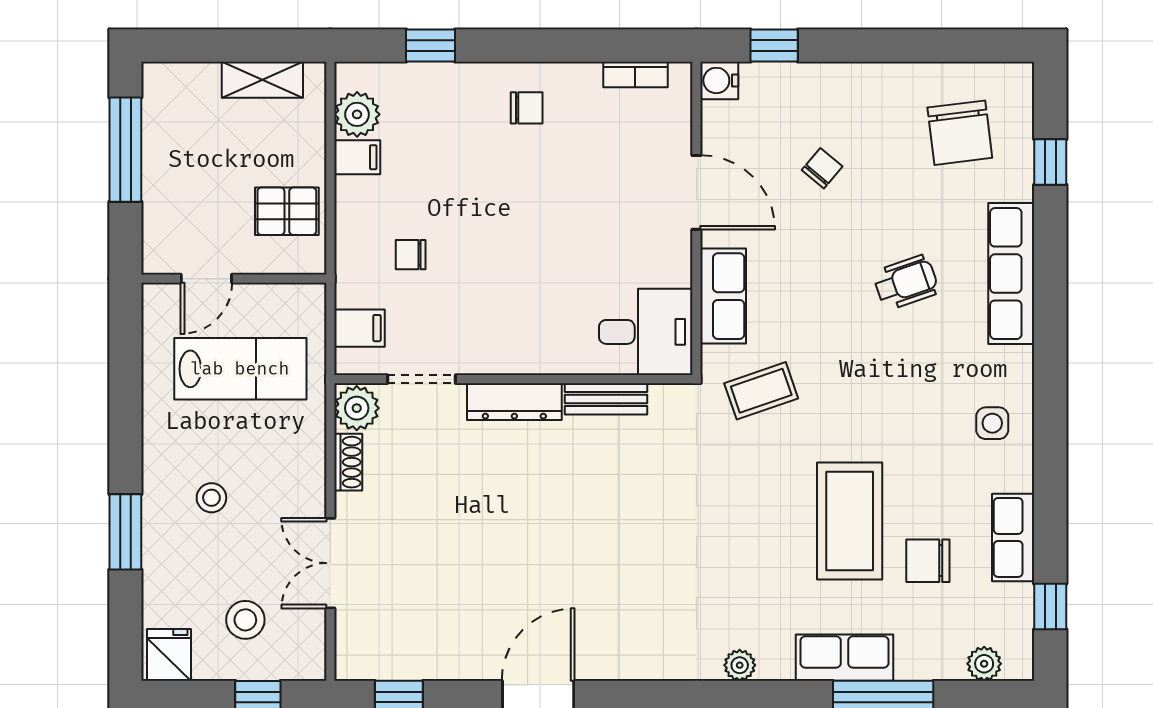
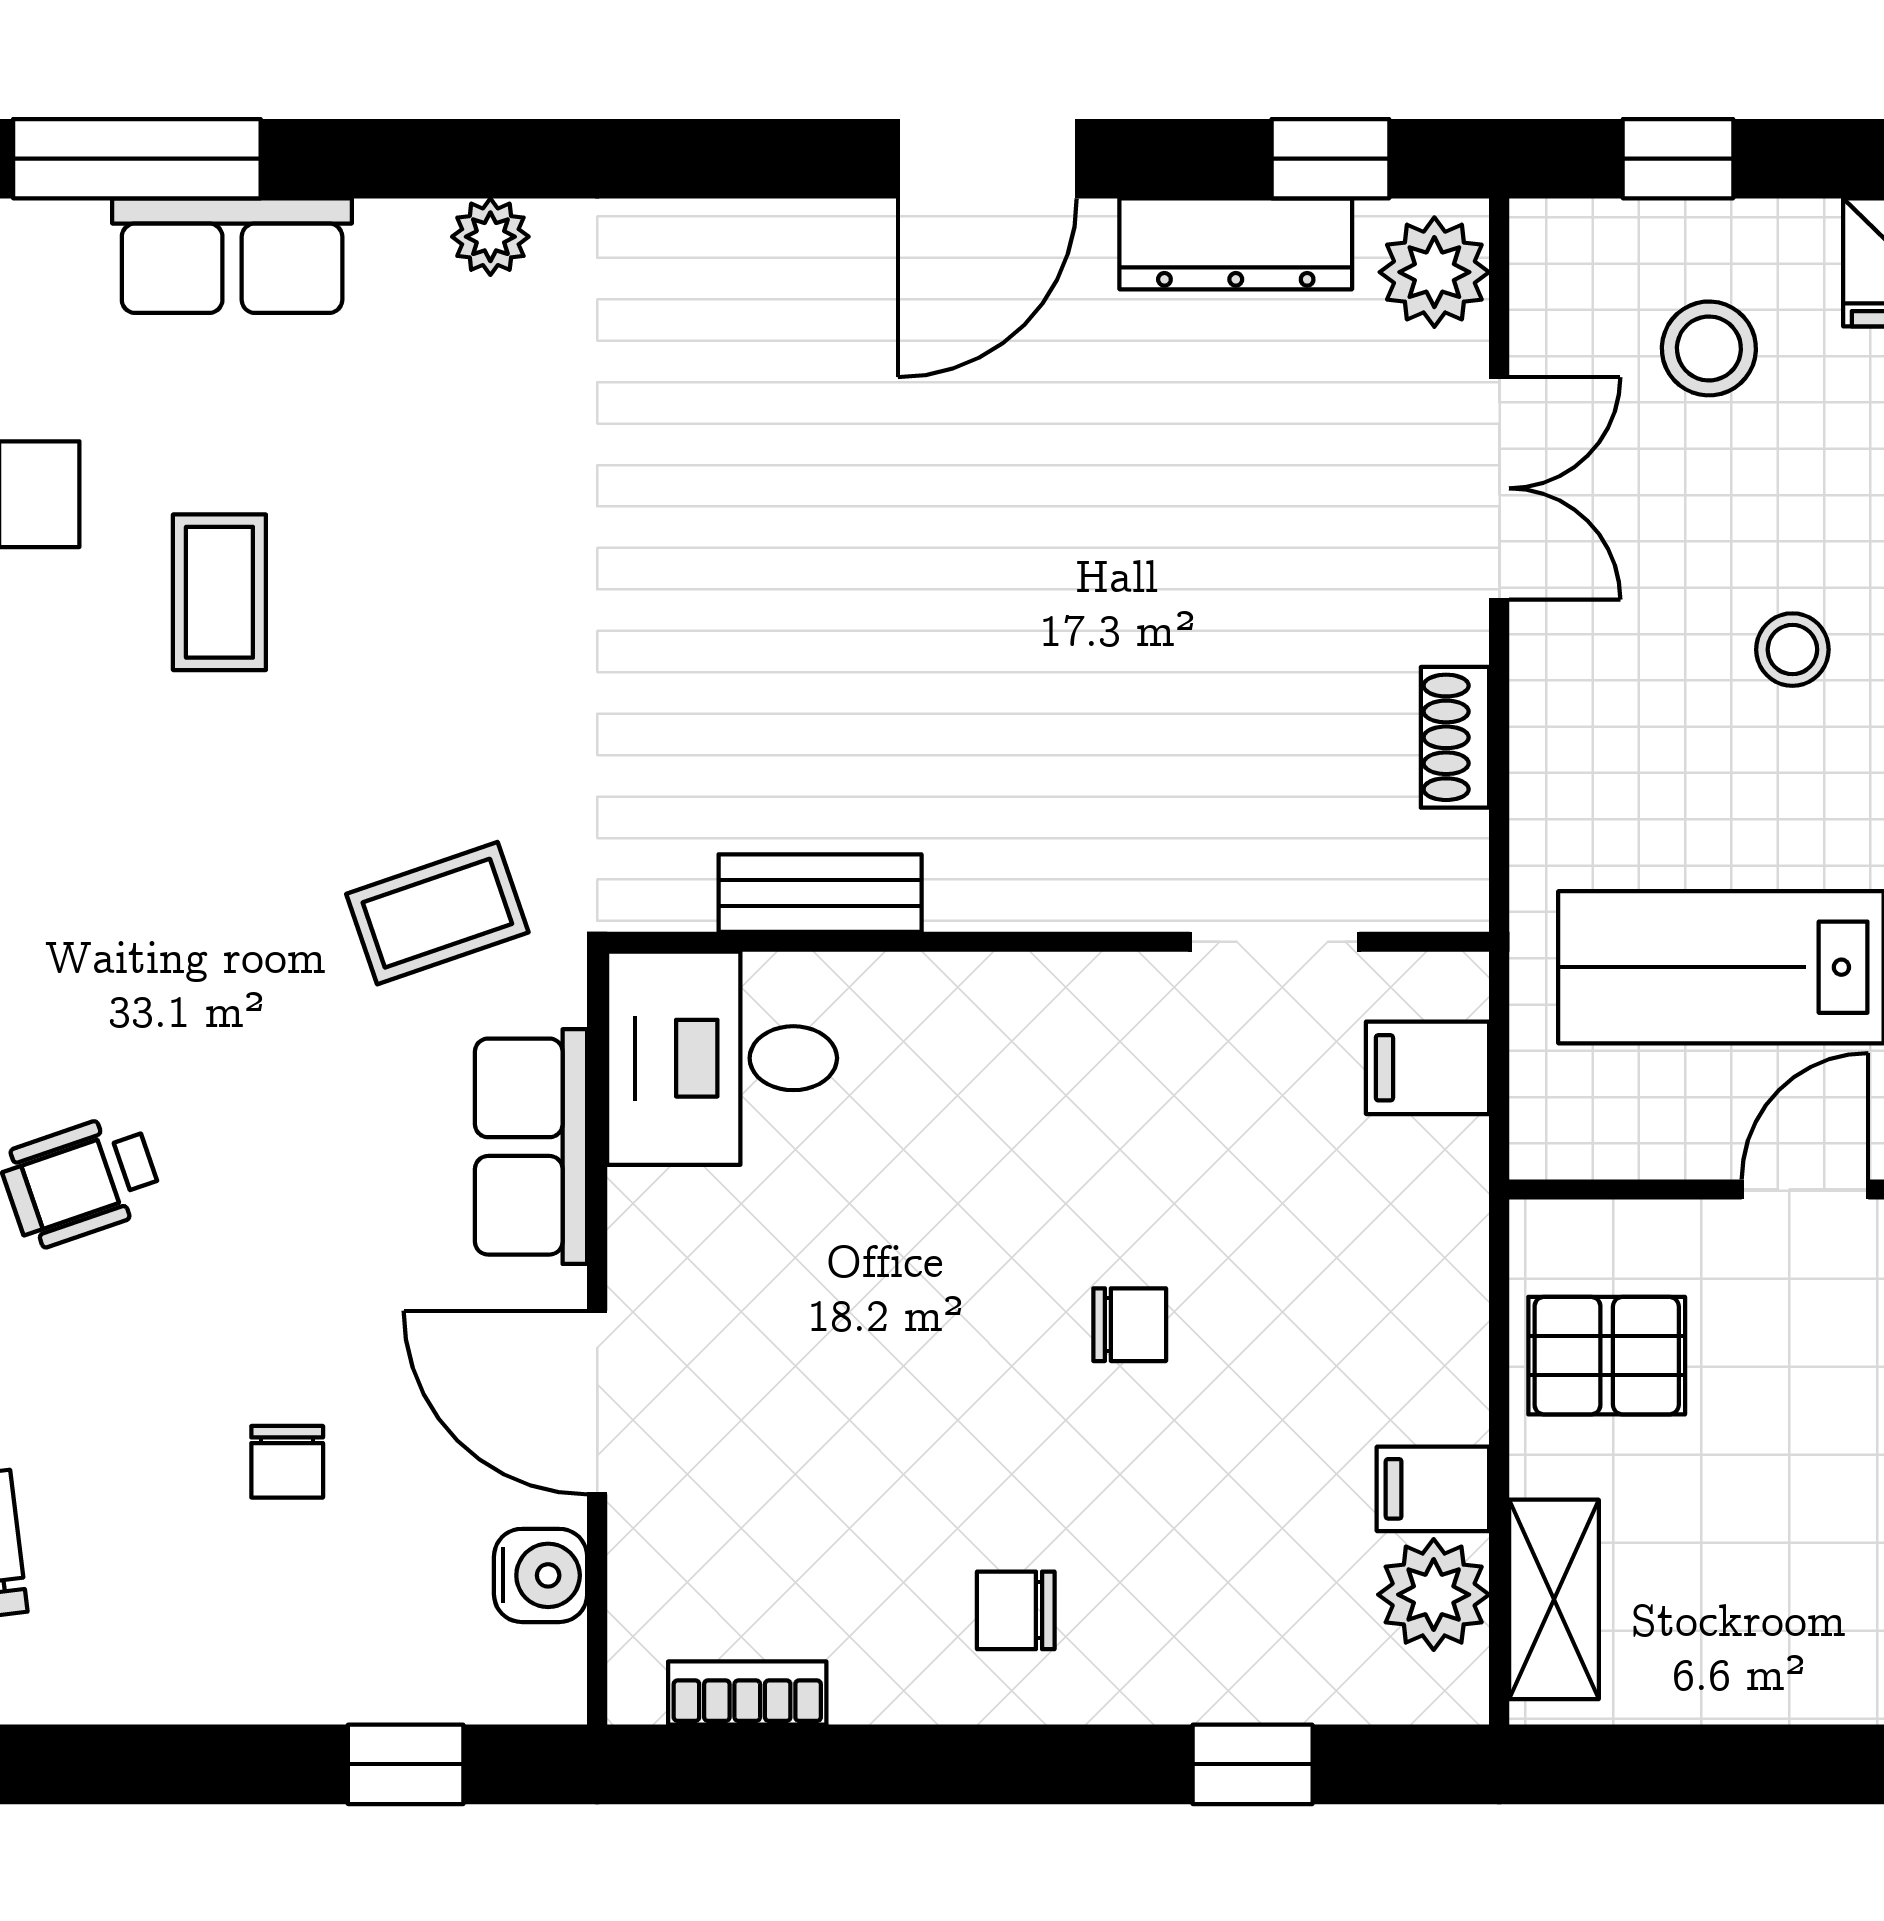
shelving: (262, 80) -> (1554, 1599), moved, turned 90
water cooler: (719, 80) -> (541, 1575), moved
chair: (822, 168) -> (287, 1462), turned -40
chair: (411, 255) -> (1130, 1325), moved
dresser: (514, 402) -> (1236, 244), moved, turned 180
plant: (357, 408) -> (1434, 272), moved
coffee table: (850, 521) -> (219, 592), width x0.54, depth x0.58

